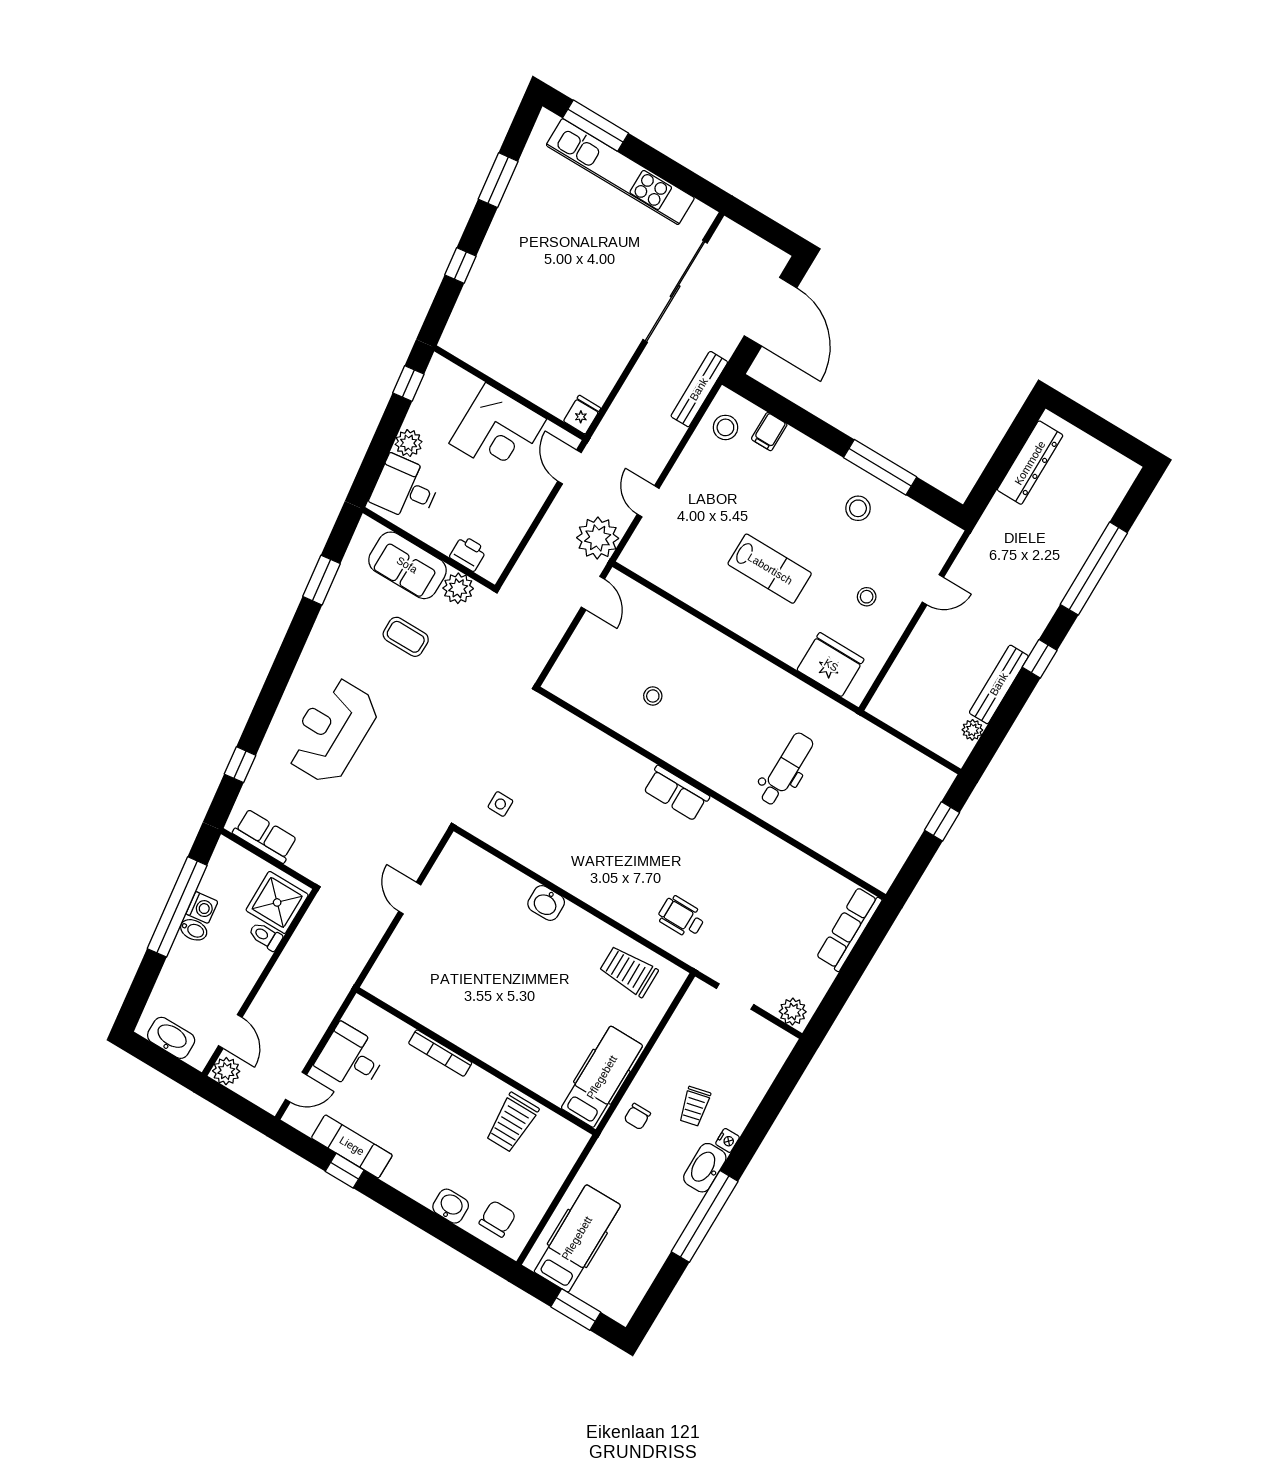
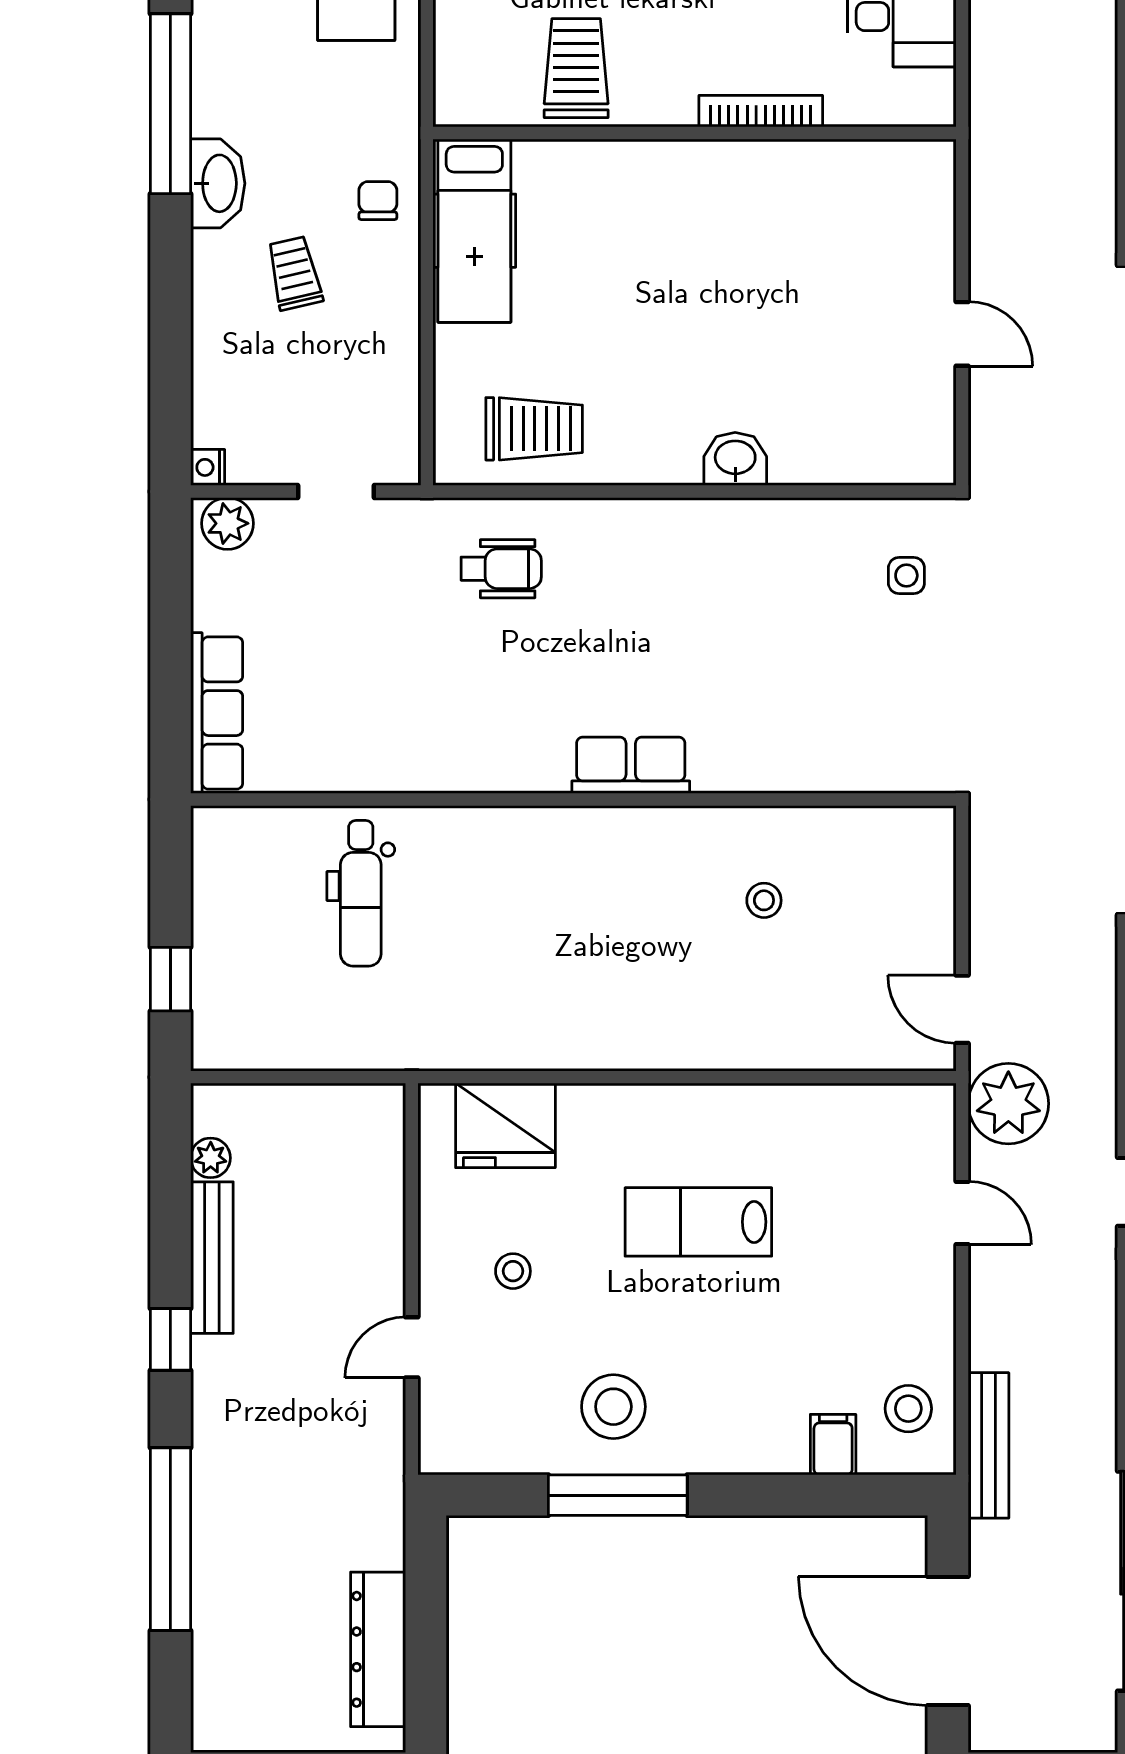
stool: (858, 508) -> (613, 1407), width x1.38, depth x1.38
dental chair: (786, 769) -> (361, 893), moved
nightstand: (727, 1140) -> (208, 467), moved

